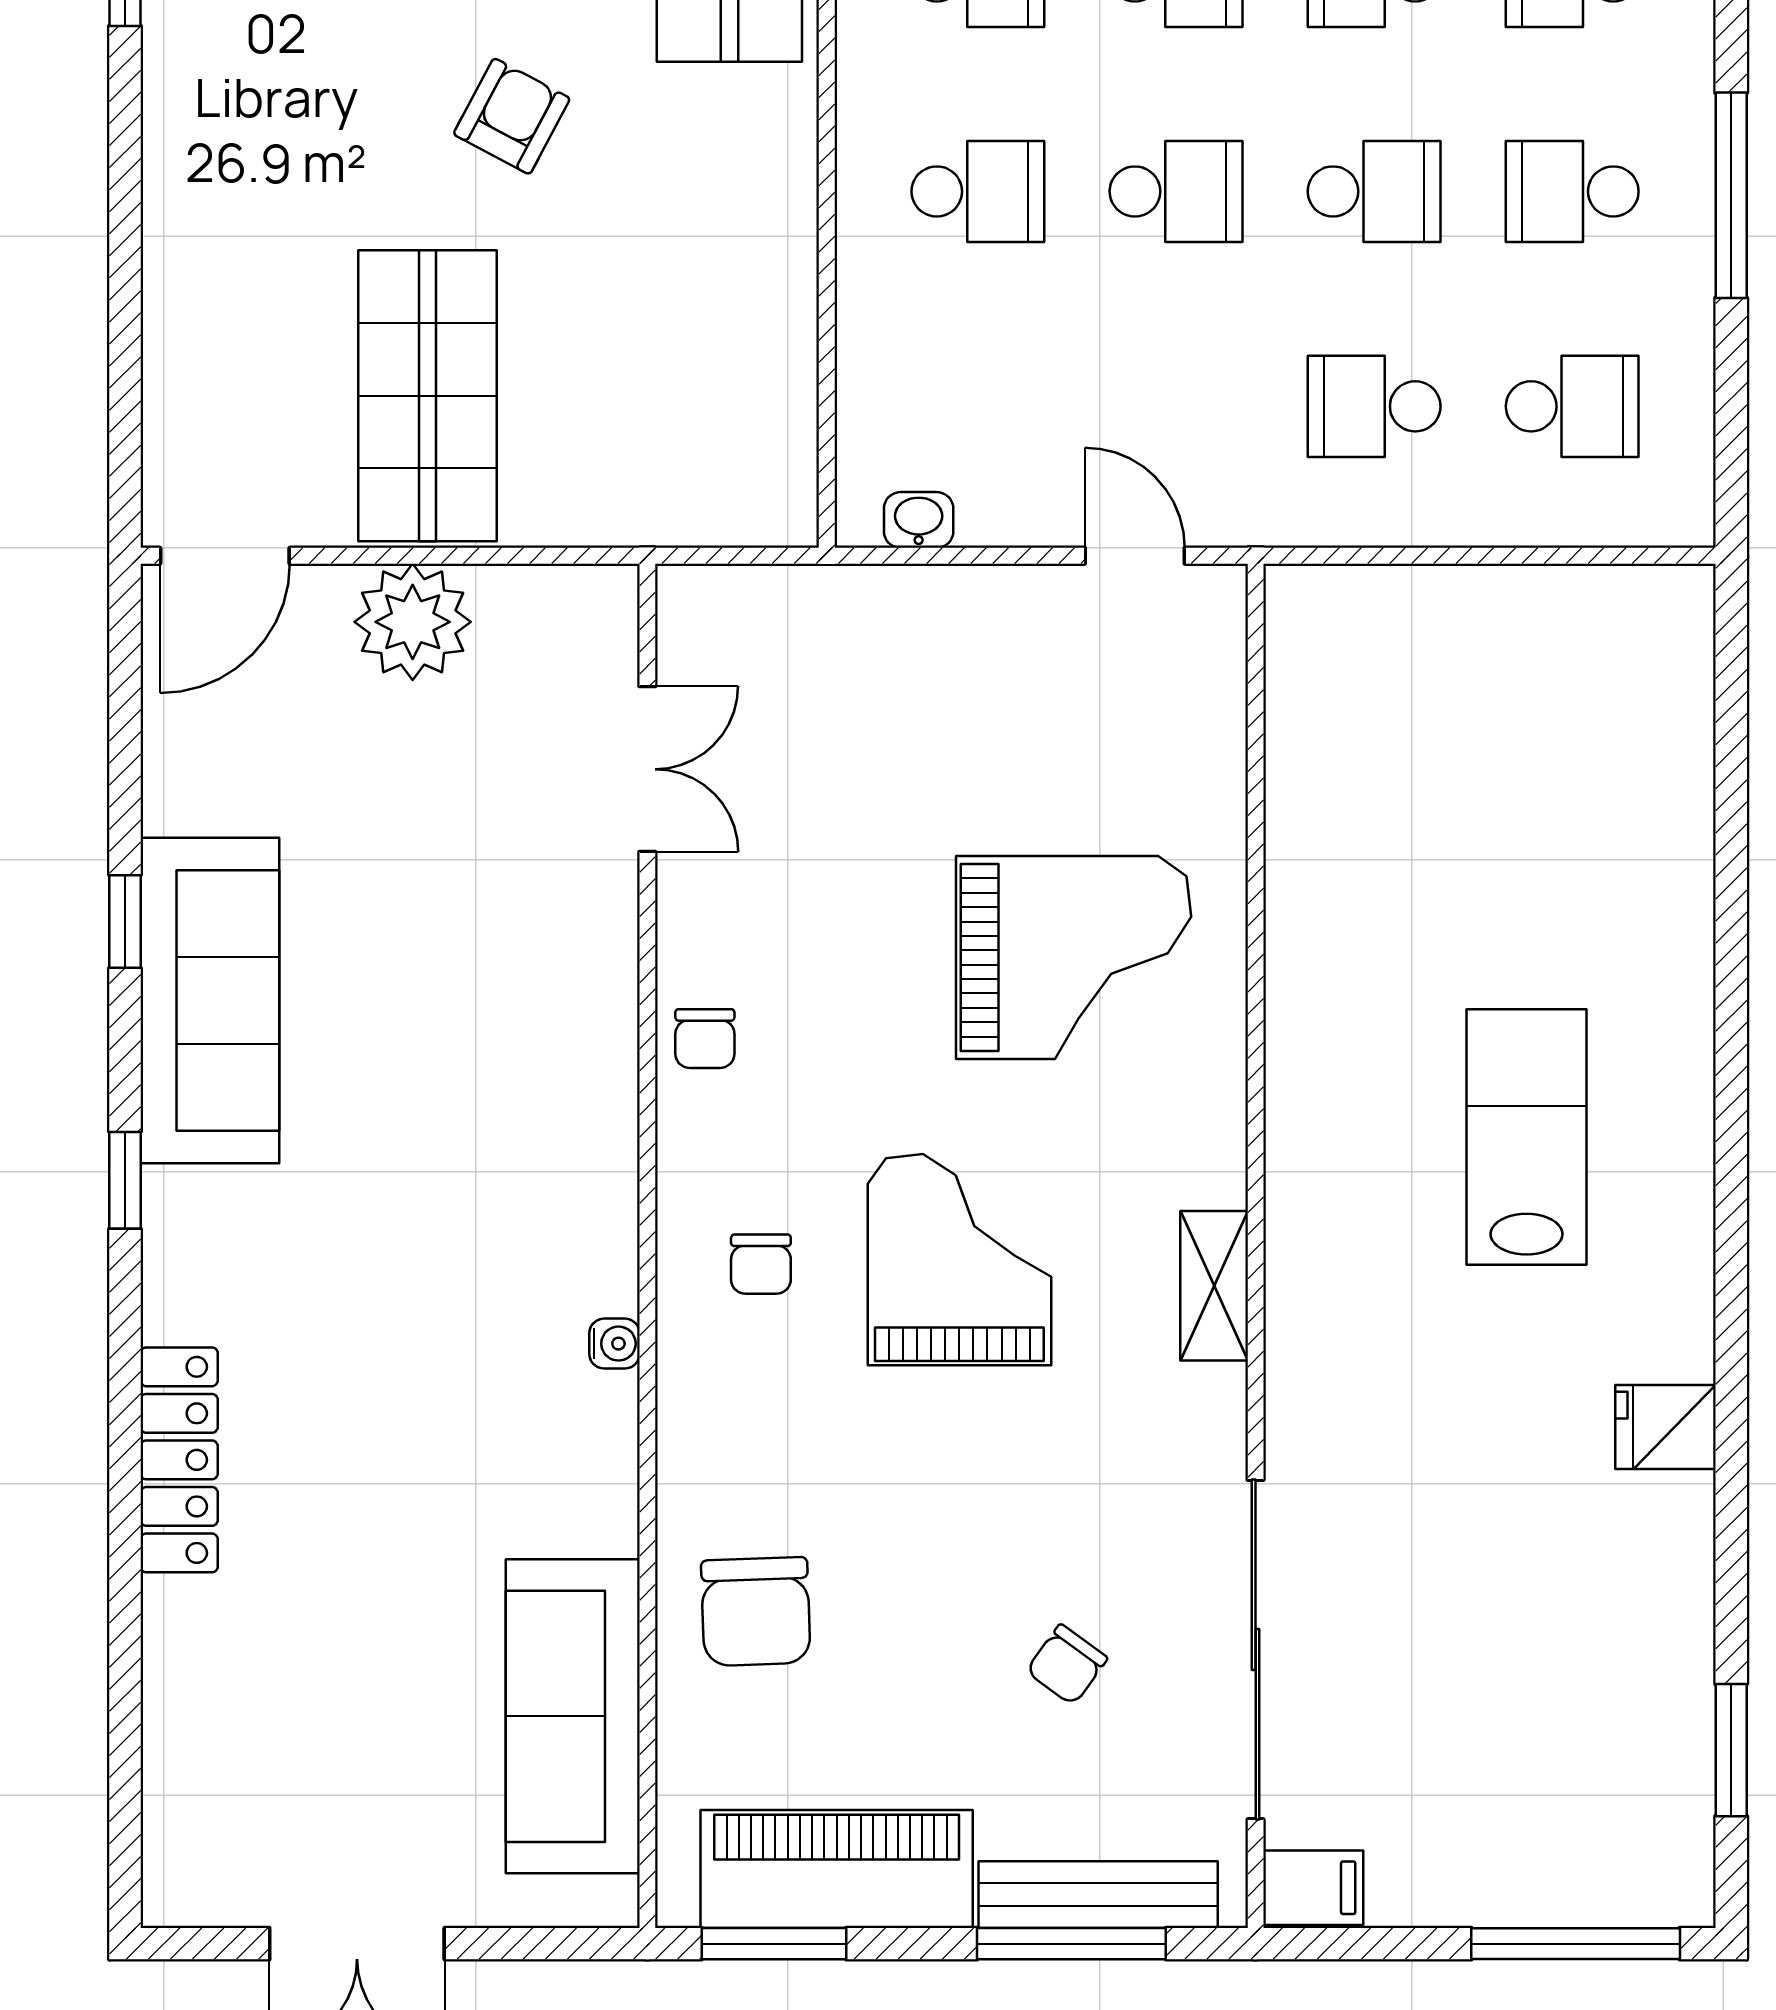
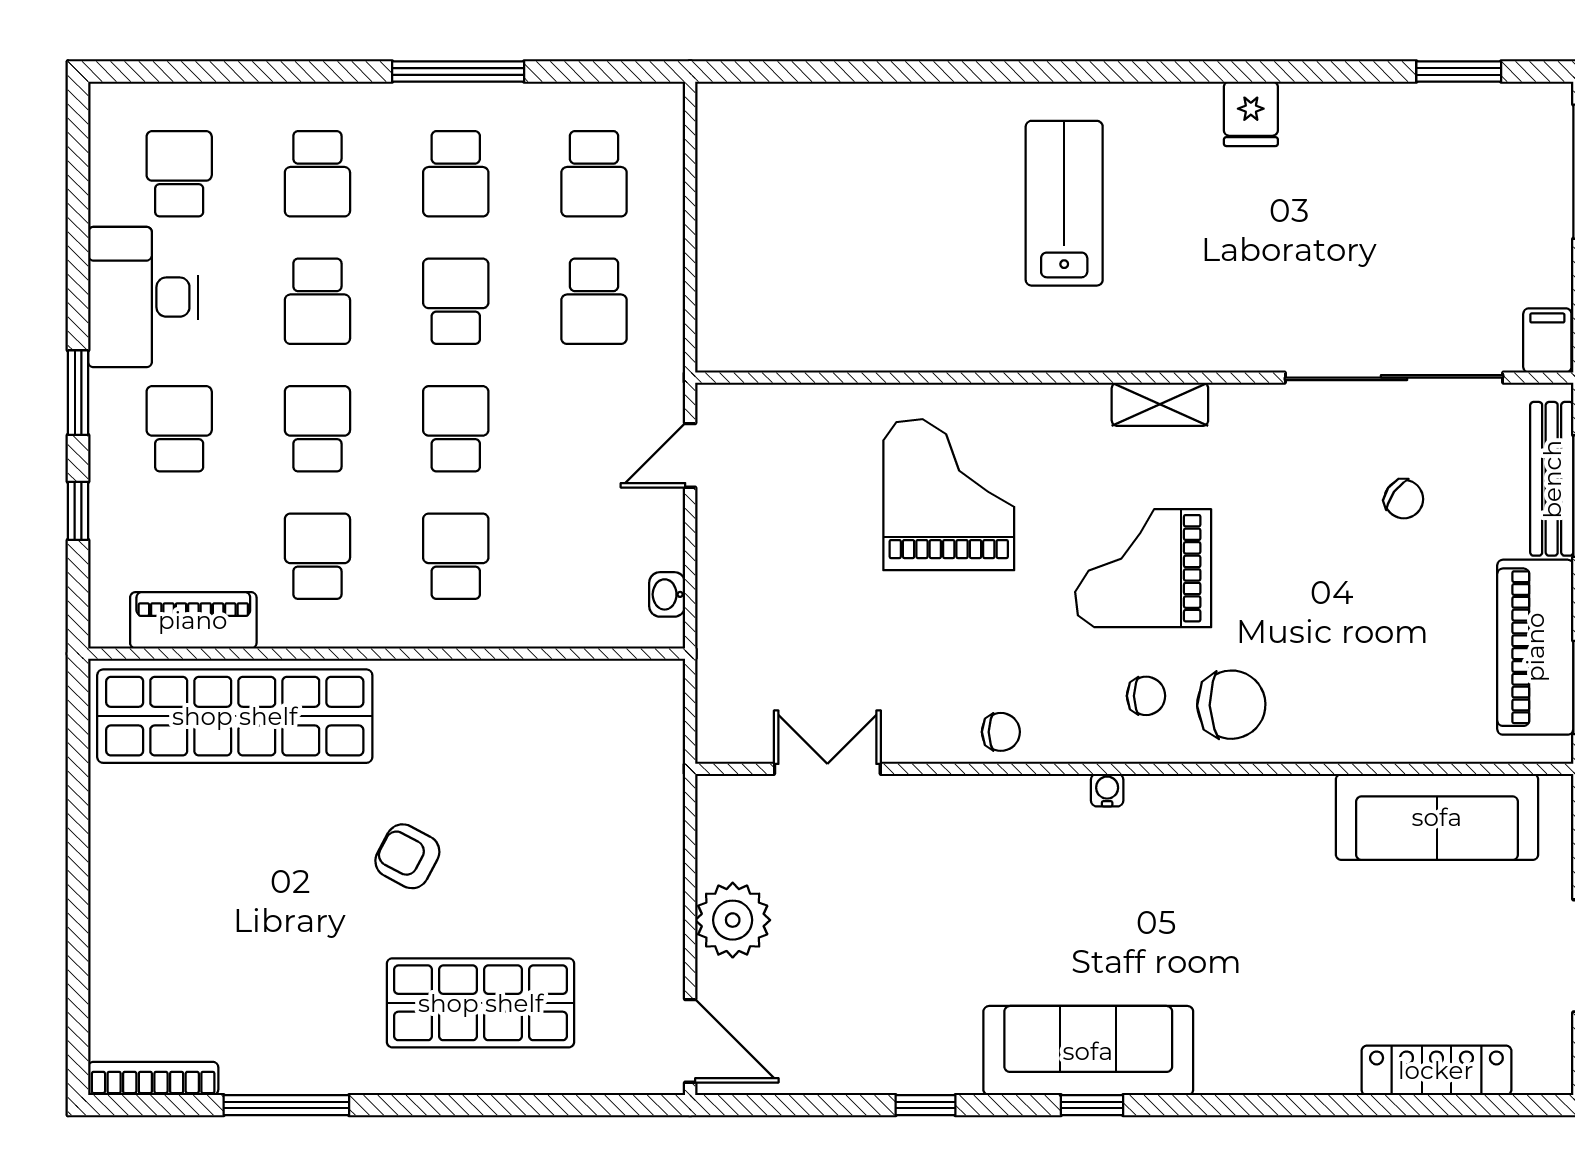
shop shelf: (427, 396) -> (481, 1003), moved
school desk: (1572, 406) -> (594, 174), turned 180
sofa: (210, 1000) -> (1088, 1051), moved
lab bench: (1527, 1137) -> (1064, 203), turned 90
water cooler: (614, 1344) -> (1107, 790), moved
locker: (179, 1460) -> (1436, 1070), moved
chair: (756, 1612) -> (1231, 705), moved

